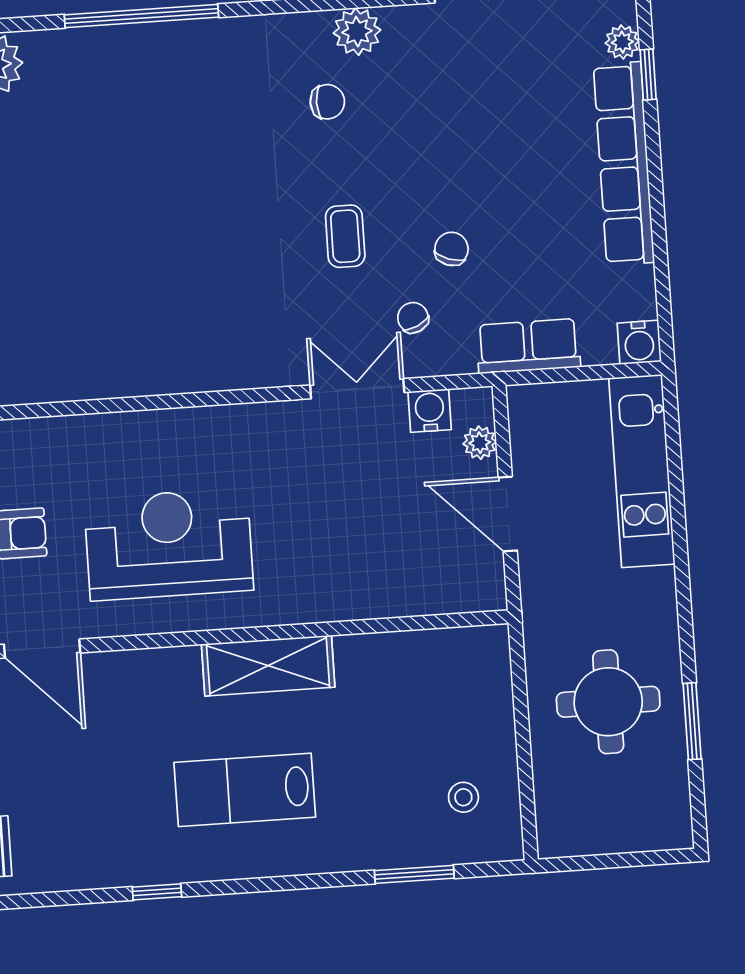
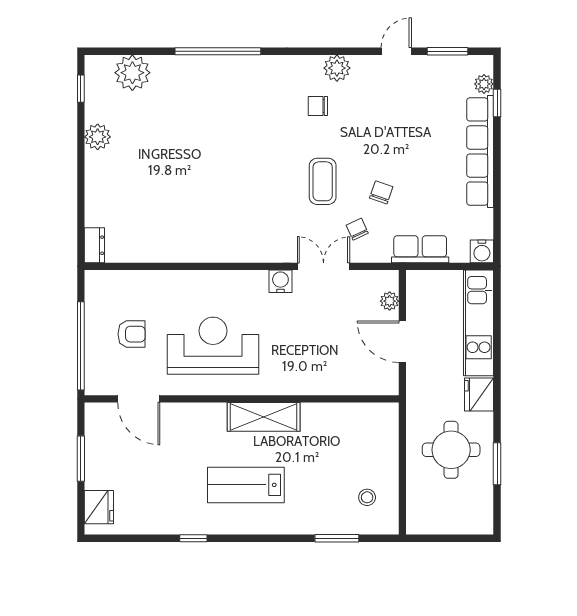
chair: (327, 102) -> (318, 106), turned 180
coffee table: (345, 236) -> (323, 181), width x1.36, depth x1.30
water cooler: (430, 411) -> (280, 281), moved
fridge: (652, 599) -> (479, 394), added

